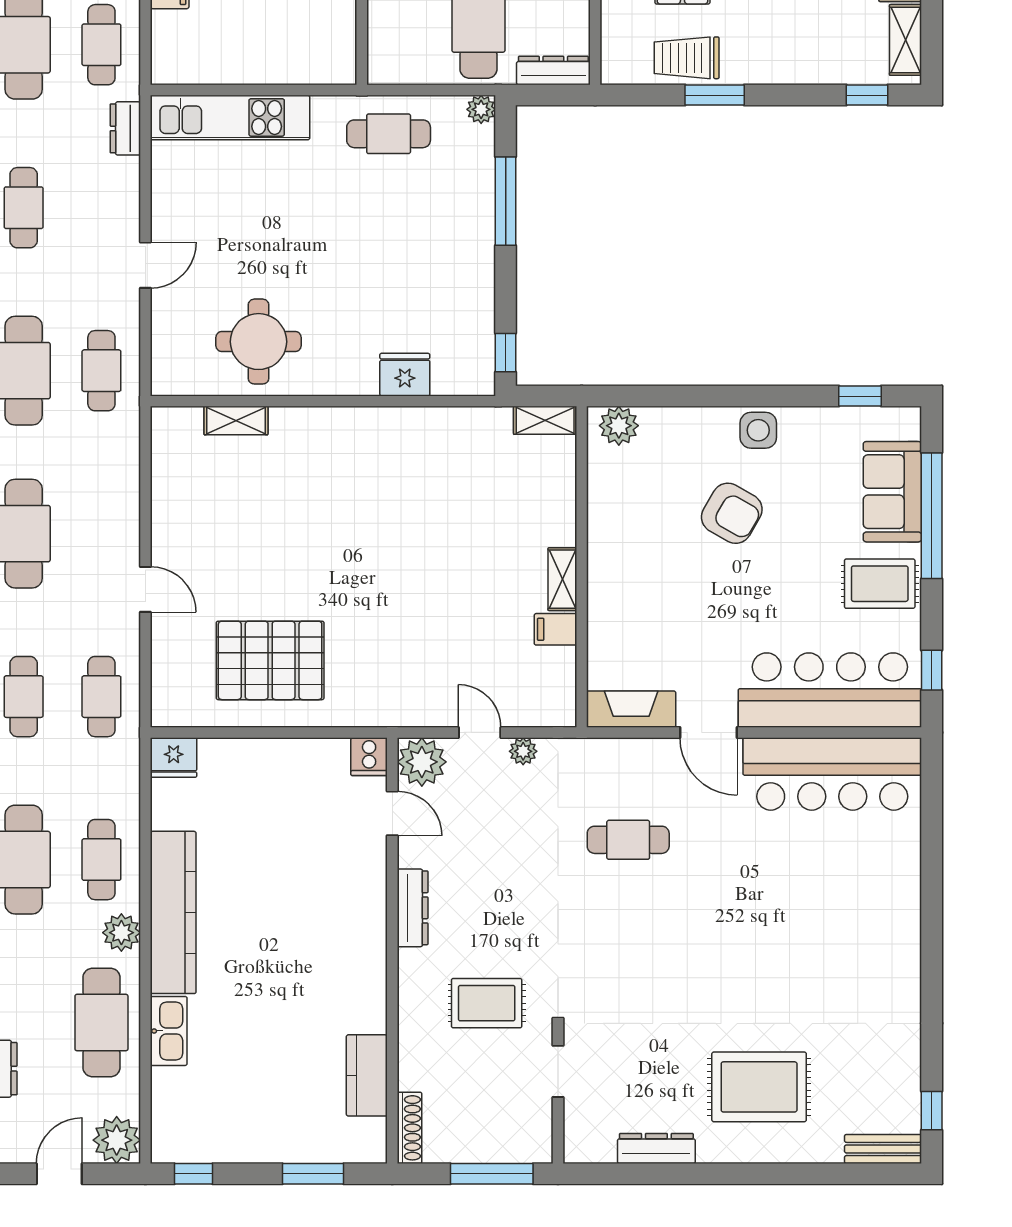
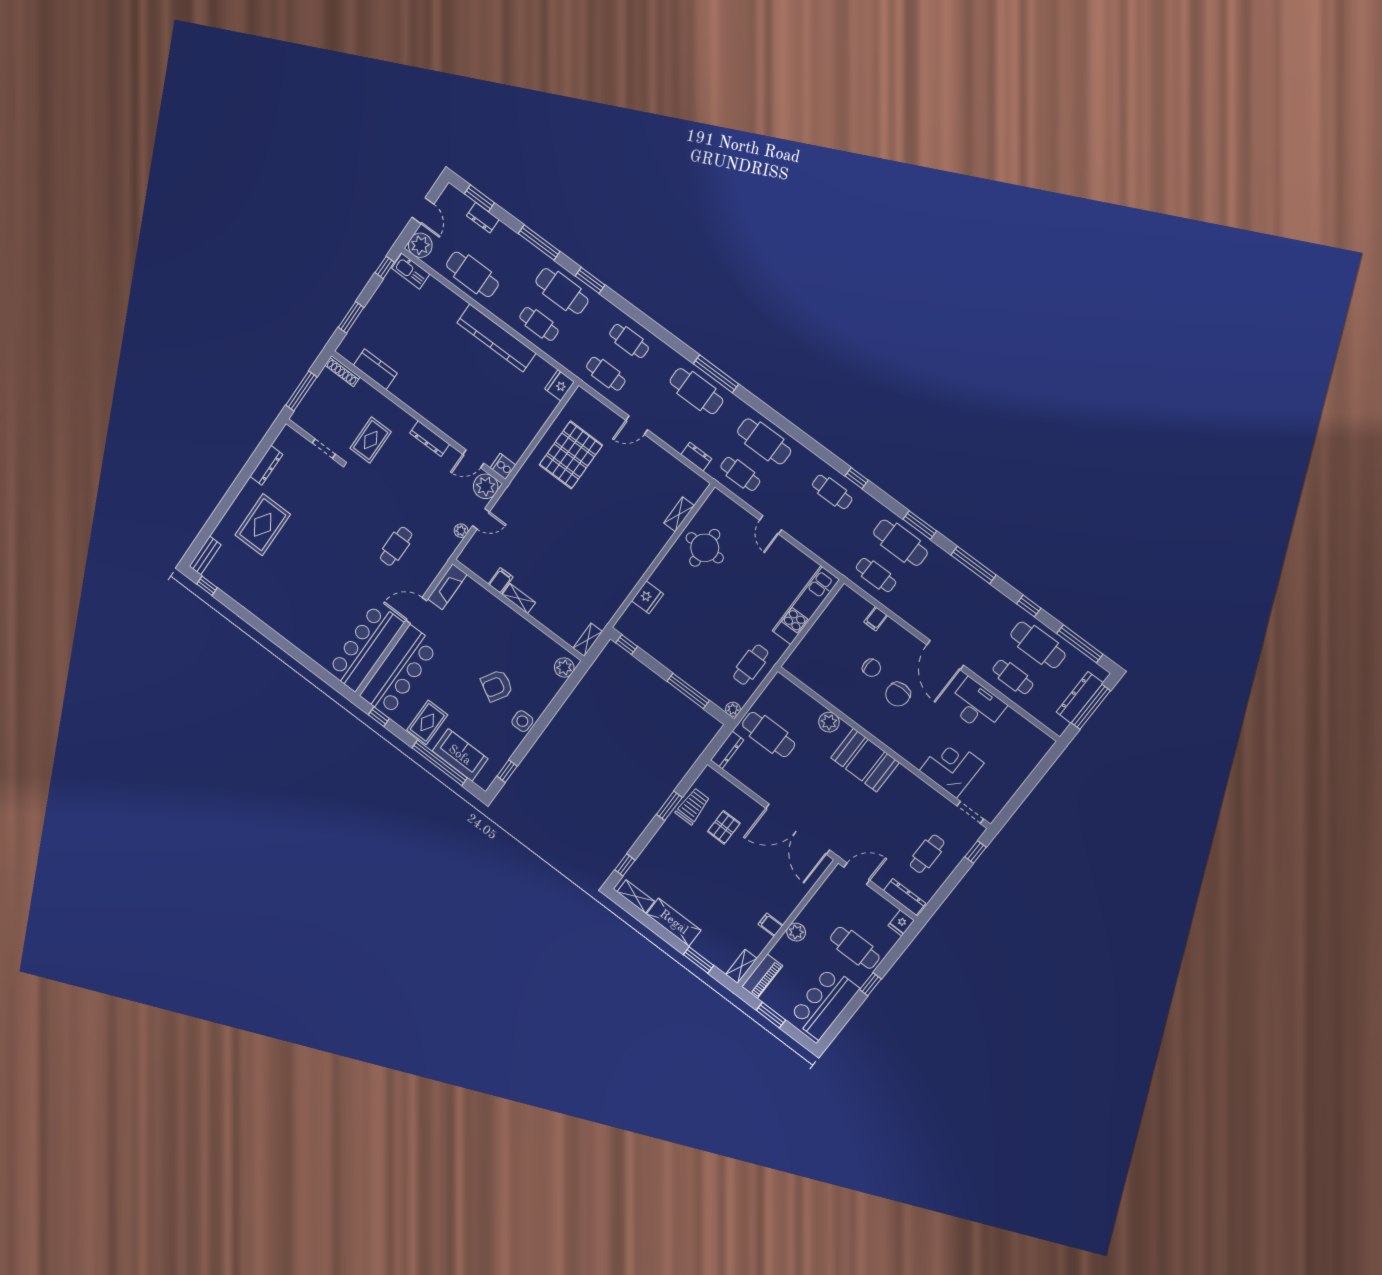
dresser: (125, 128) -> (696, 457), moved
plant: (121, 933) -> (503, 310), removed
kitchen sink: (169, 1031) -> (411, 271), moved

